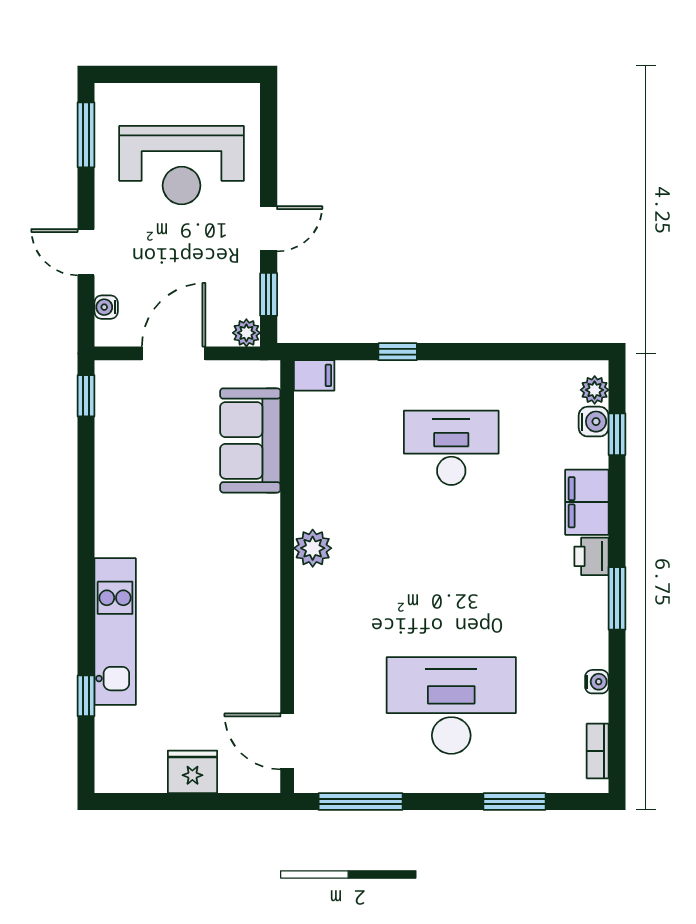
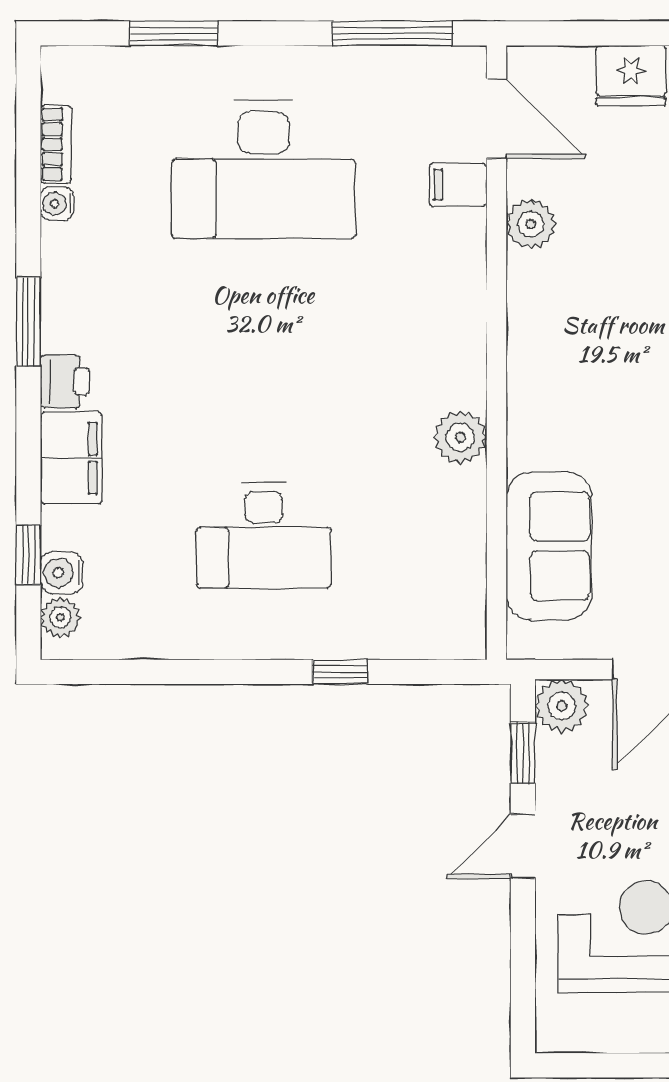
plant: (246, 333) -> (562, 706), width x1.38, depth x1.38
filing cabinet: (314, 375) -> (458, 185), moved
plant: (313, 548) -> (460, 437), moved
plant: (263, 667) -> (531, 224), added
bookcase: (598, 751) -> (56, 144), moved

